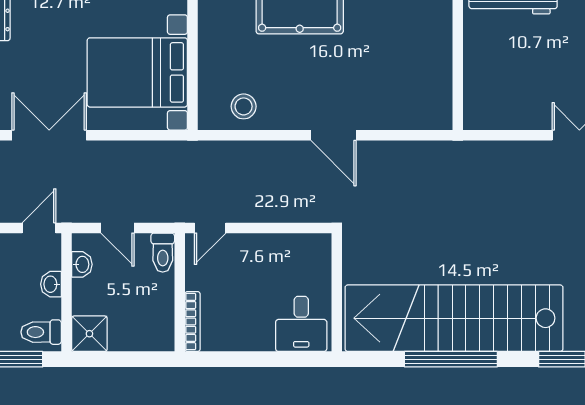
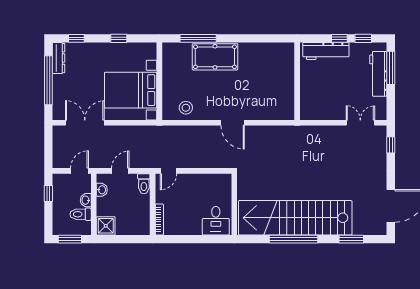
door: (118, 228) -> (120, 171), swing flipped
toilet: (41, 332) -> (81, 214), moved

